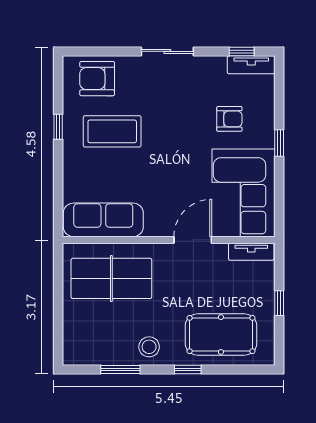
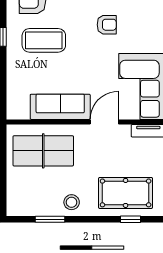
armchair: (229, 119) -> (107, 25), moved
sofa: (103, 220) -> (60, 107), moved
window: (188, 369) -> (130, 219), moved

